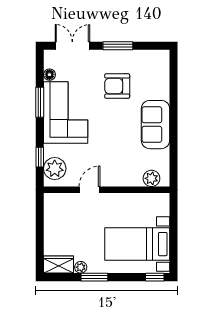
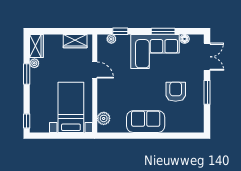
plant: (55, 169) -> (111, 39), width x0.53, depth x0.53
wardrobe: (52, 215) -> (75, 41), added
bed with nightstands: (137, 244) -> (71, 107), moved

